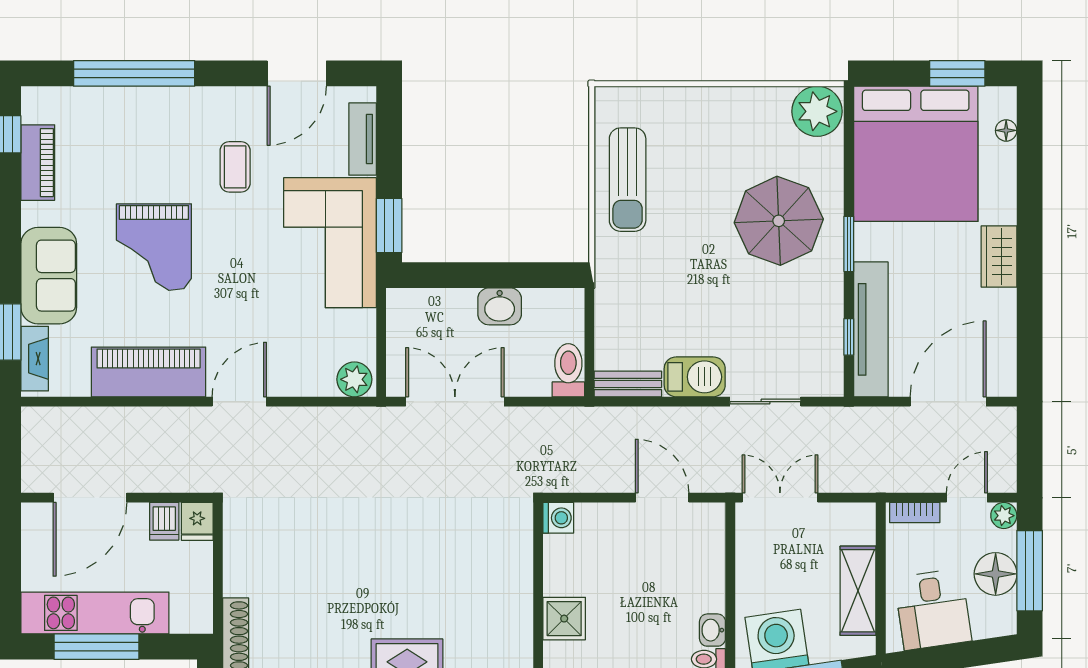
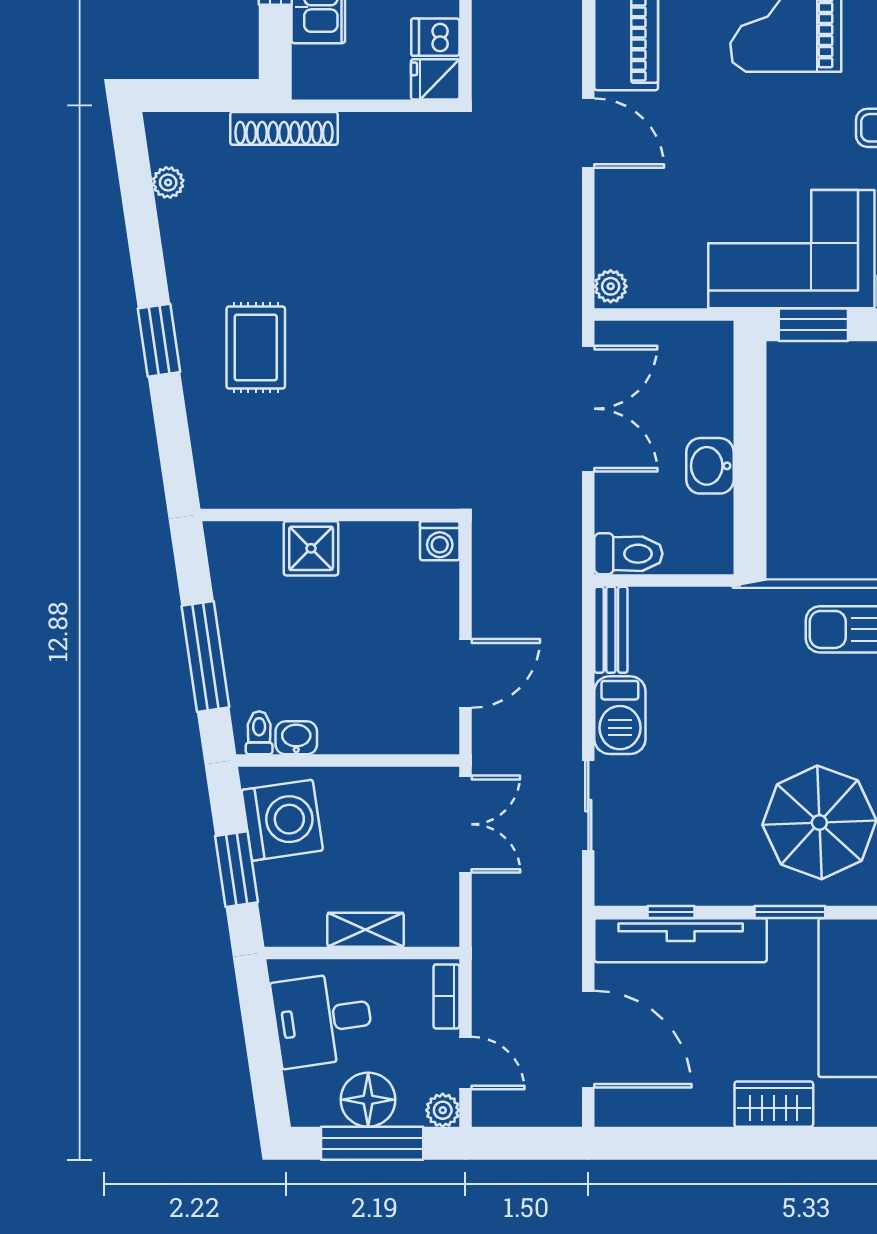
plant: (354, 379) -> (611, 286), width x0.73, depth x0.73
shelving: (858, 591) -> (366, 930), width x0.67, depth x0.75

